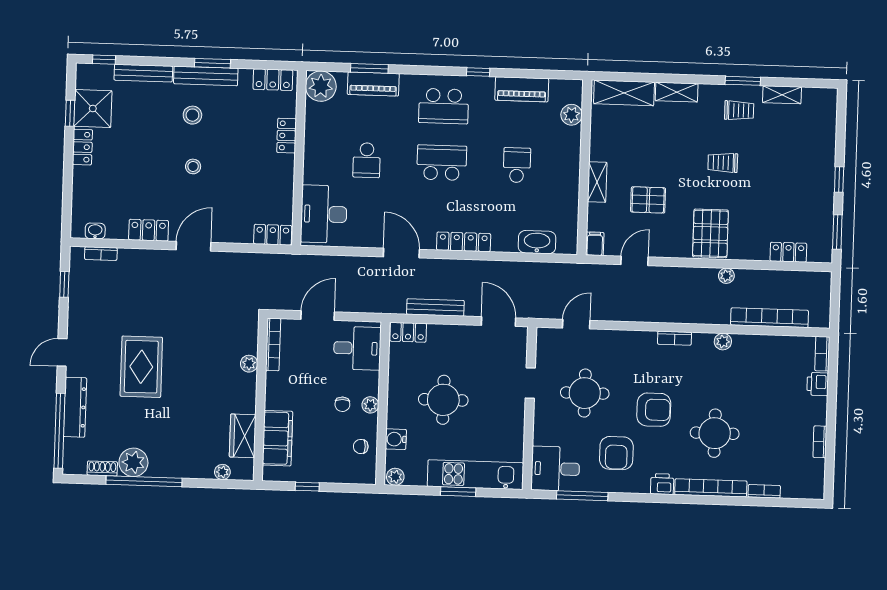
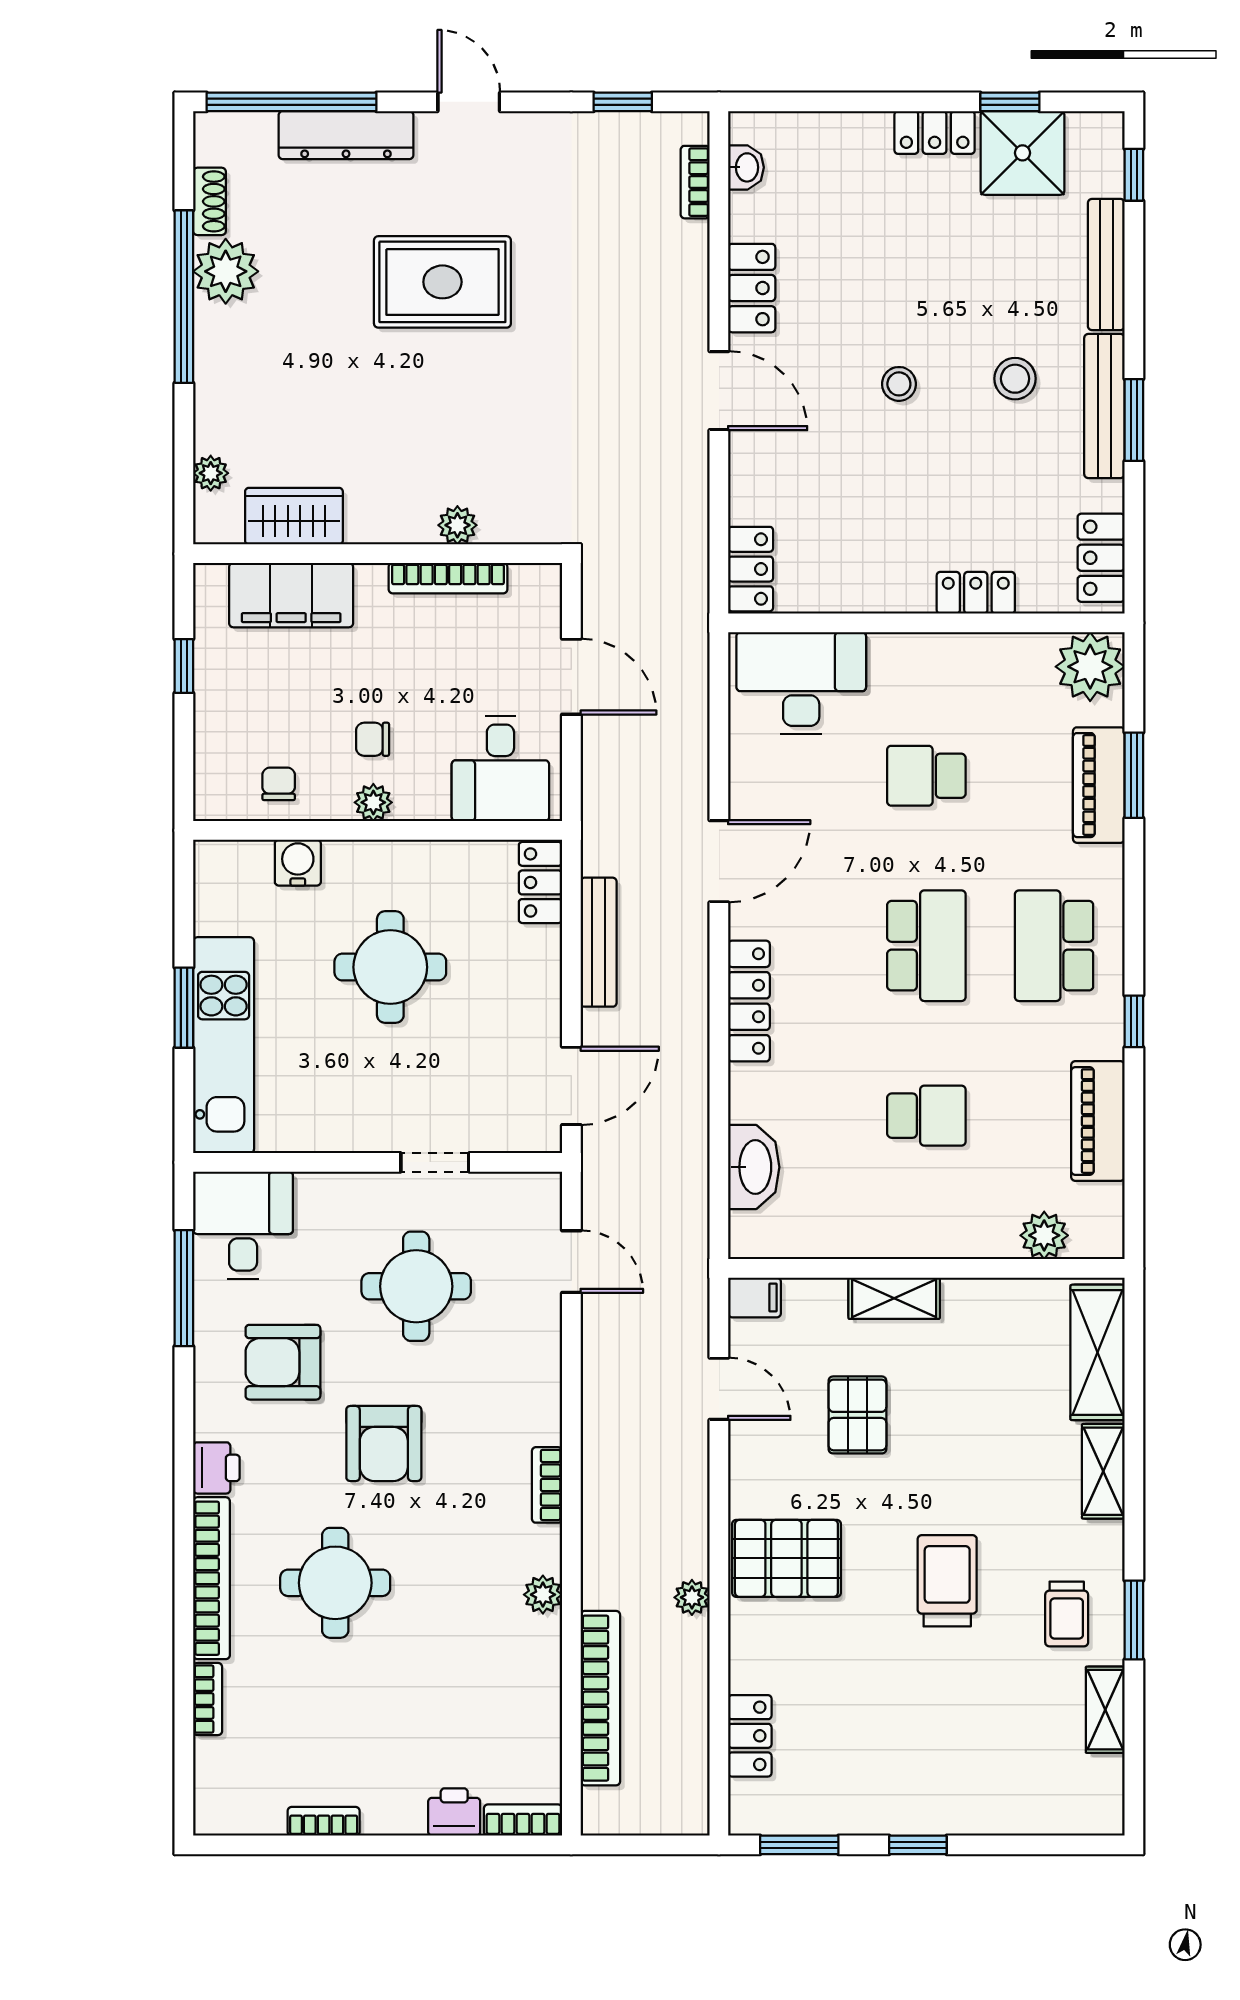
trolley: (723, 163) -> (947, 1581), width x1.36, depth x1.39
bookcase: (273, 344) -> (448, 578), moved
plant: (395, 477) -> (213, 864), removed

